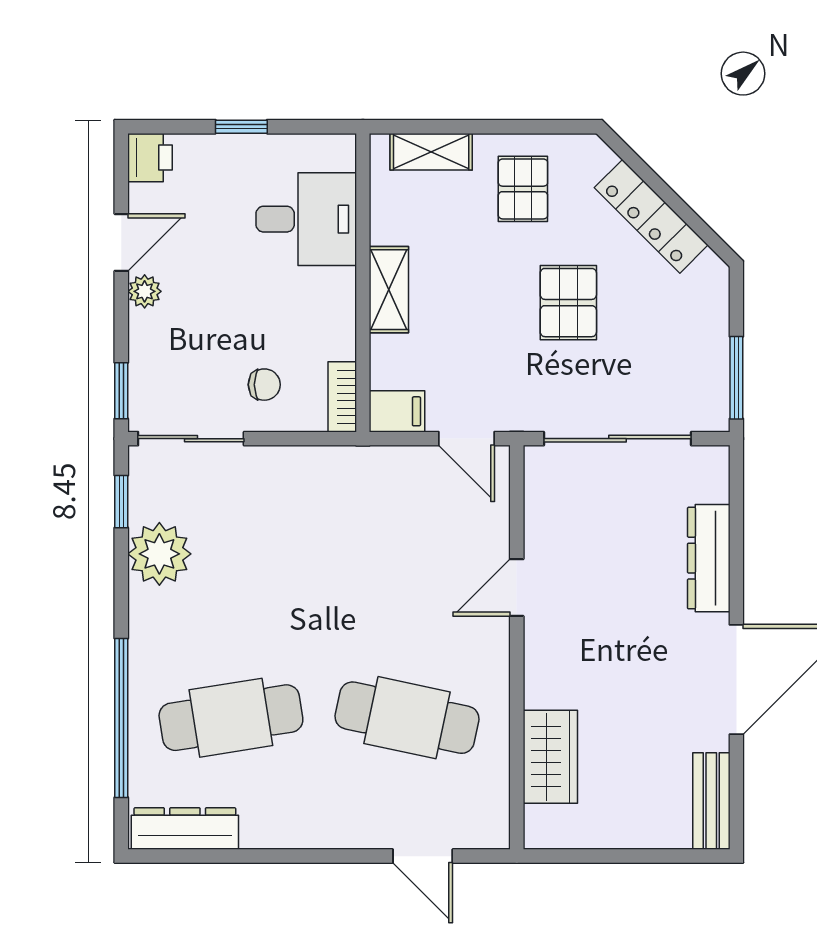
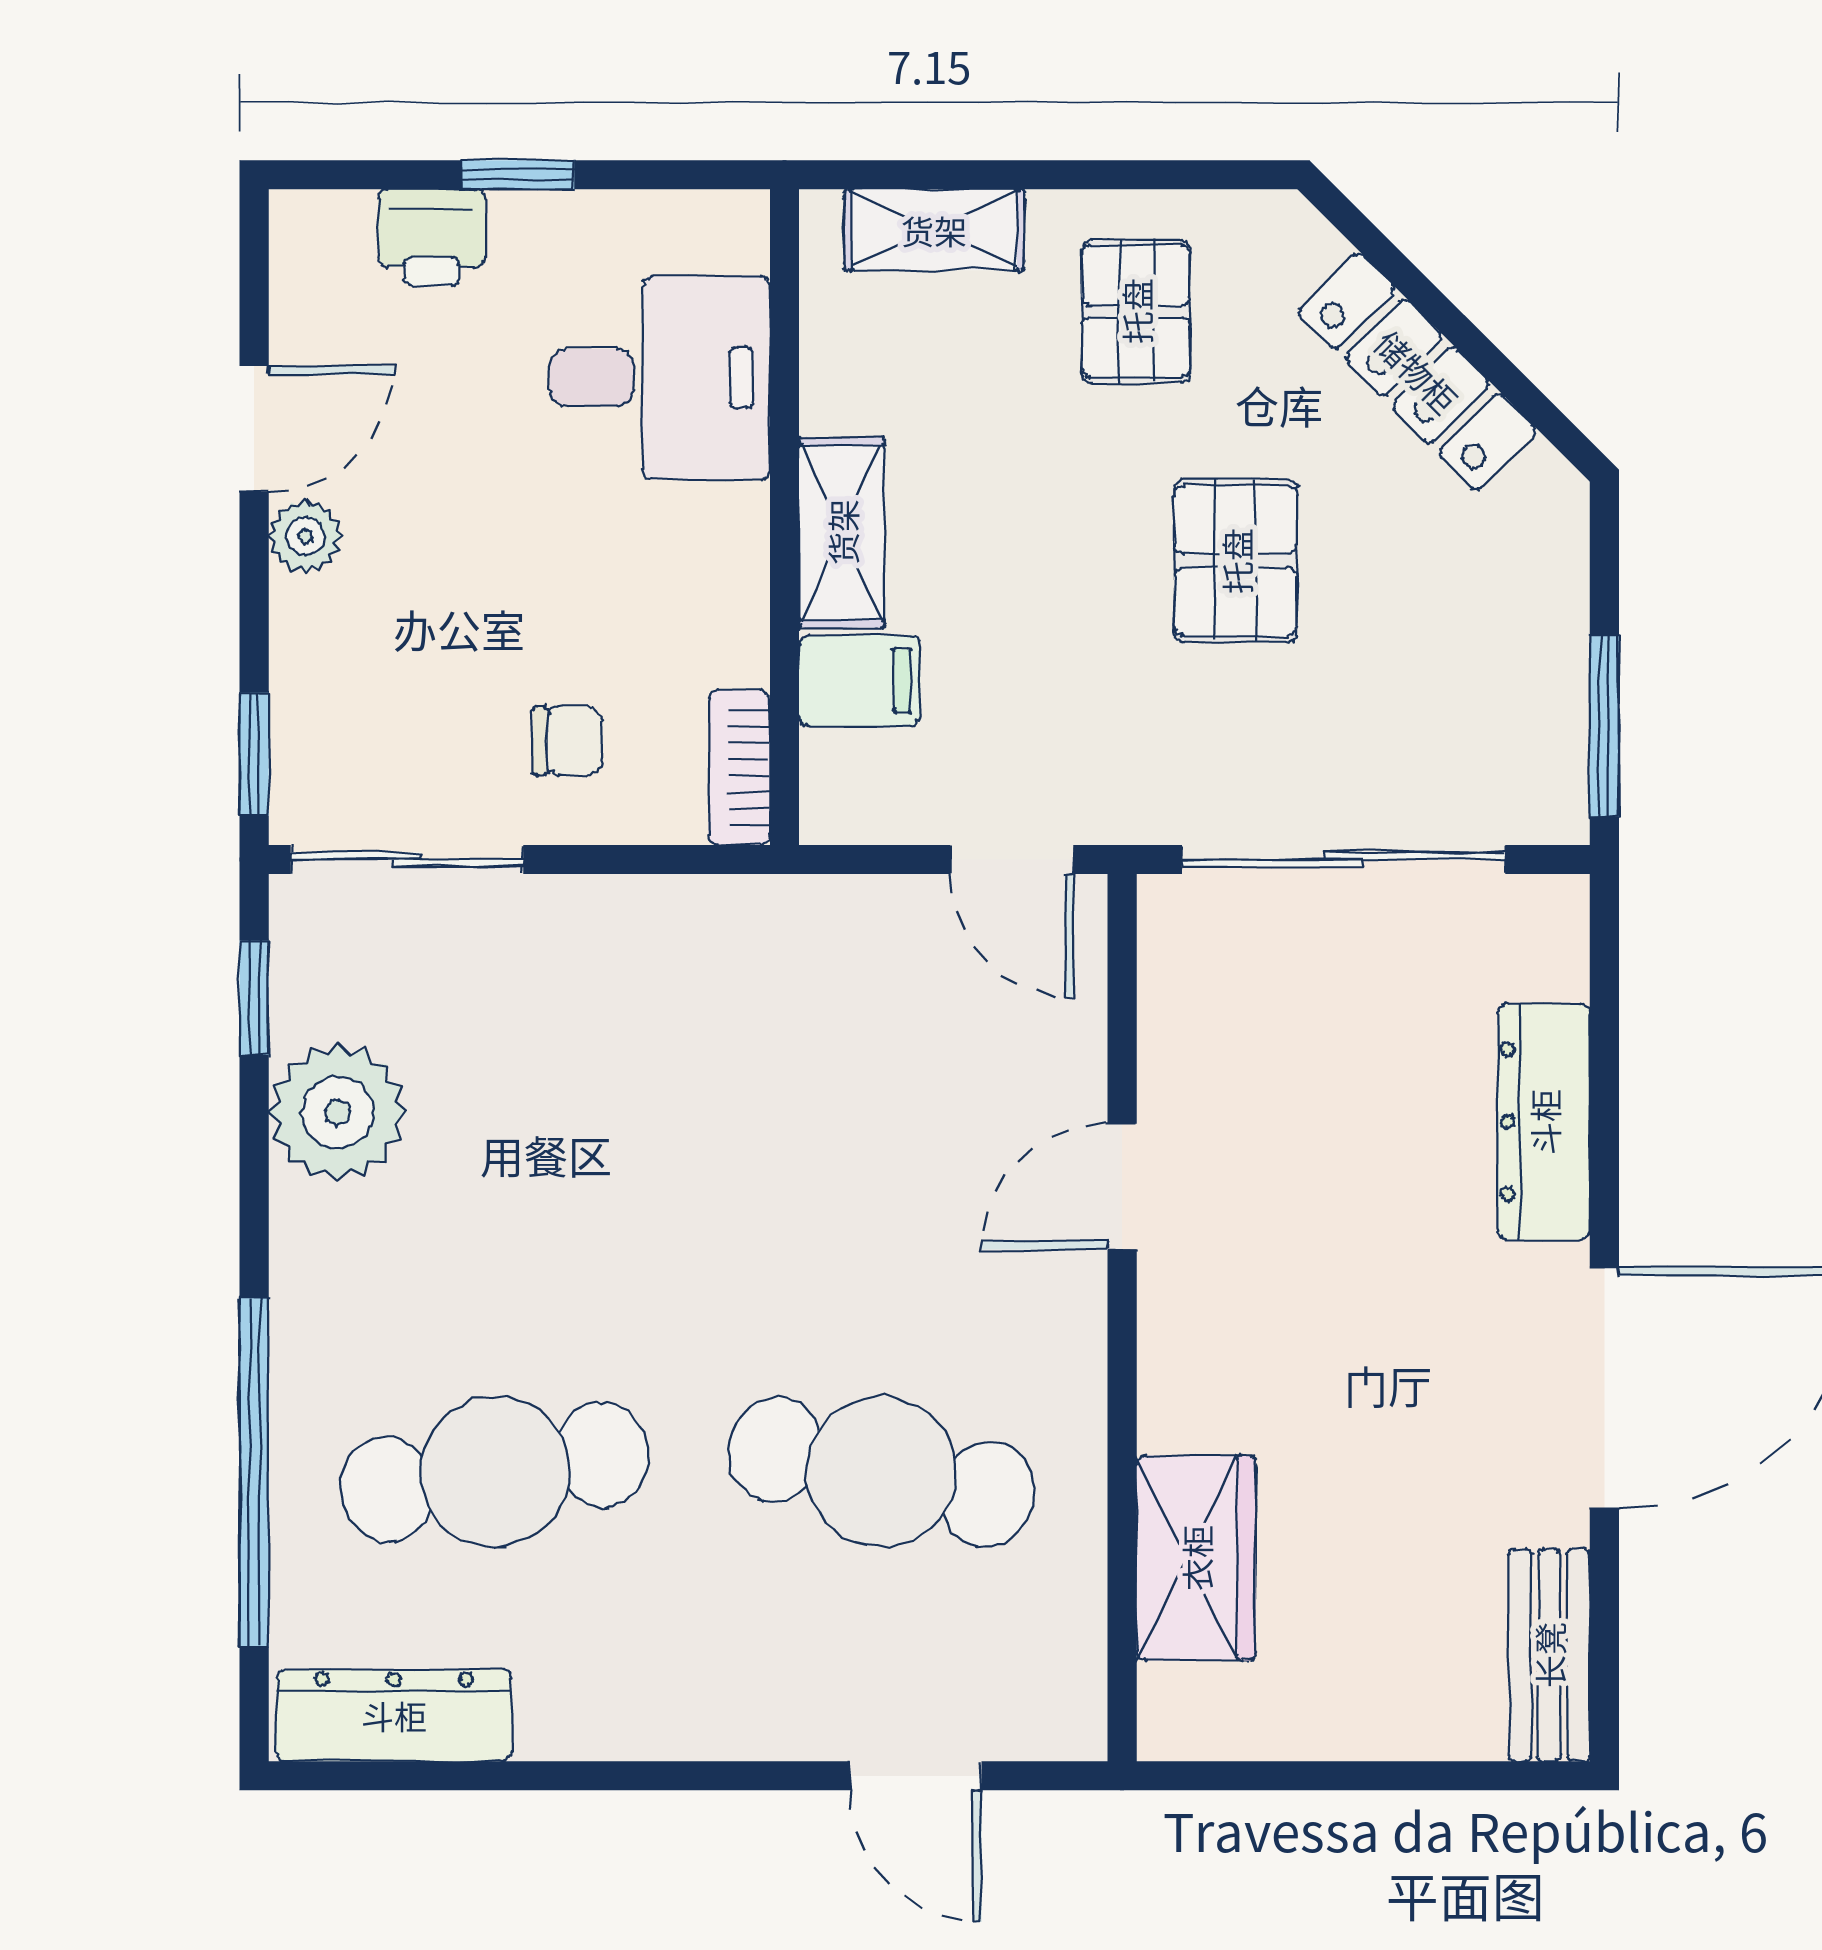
printer: (150, 158) -> (432, 238), moved, turned 90
filing cabinet: (397, 411) -> (860, 681), moved

